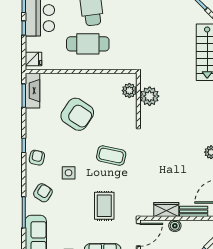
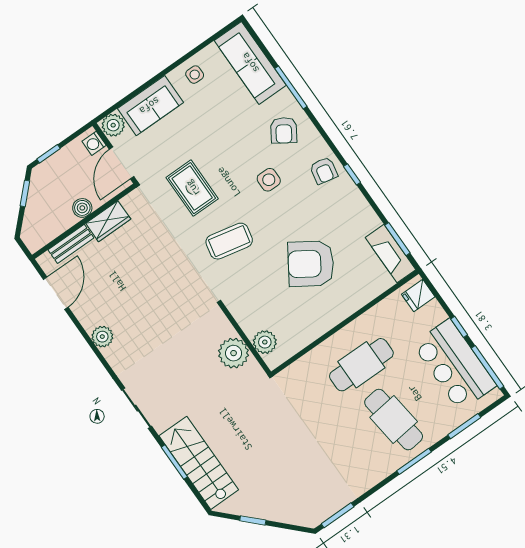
rug: (104, 206) -> (192, 188), moved

